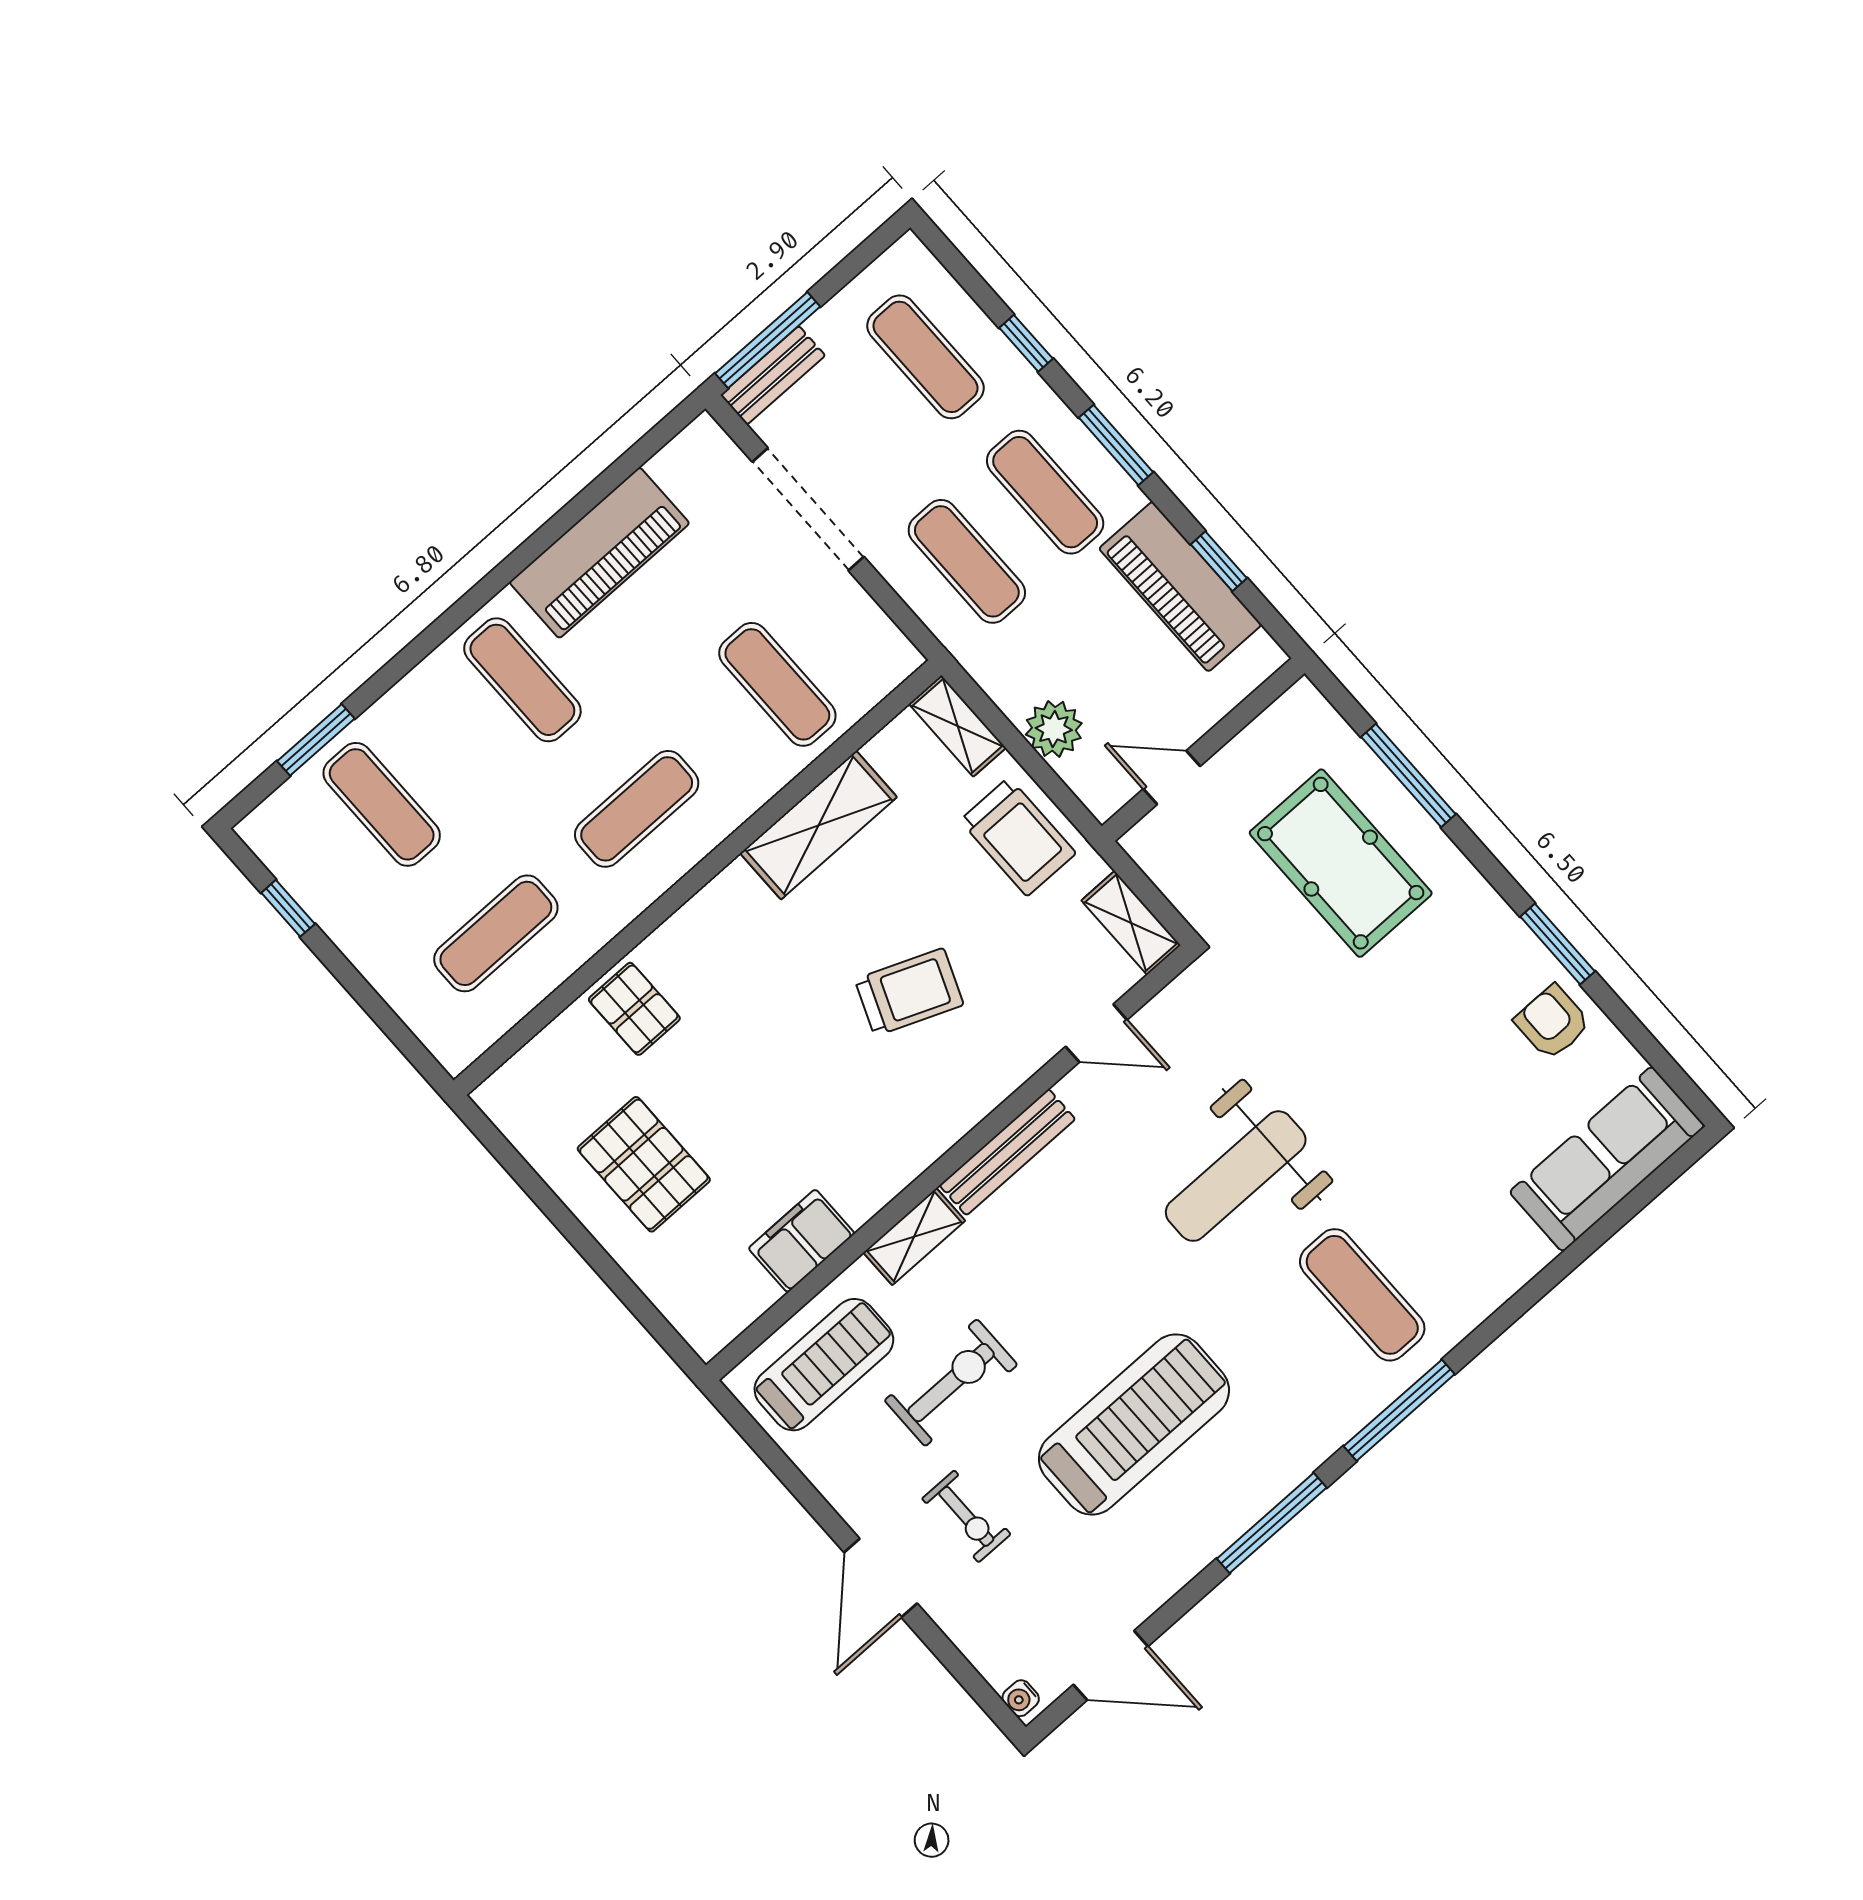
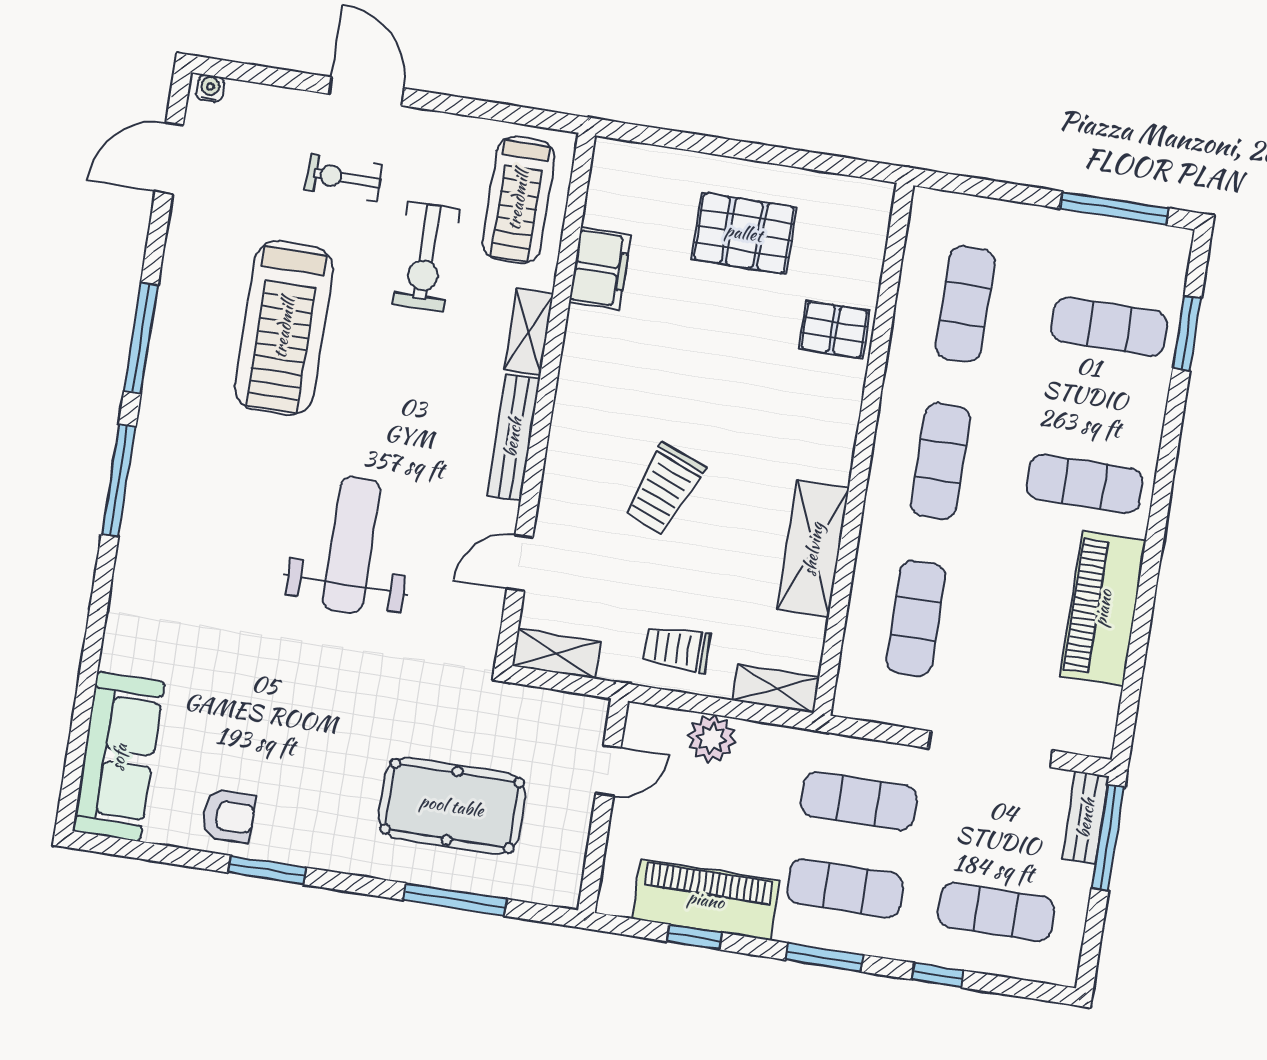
exercise mat: (777, 684) -> (916, 618), turned 90
trolley: (1018, 837) -> (677, 649), width x0.73, depth x0.72
window: (288, 908) -> (1114, 208), width x2.17
exercise mat: (1362, 1295) -> (205, 536), removed

